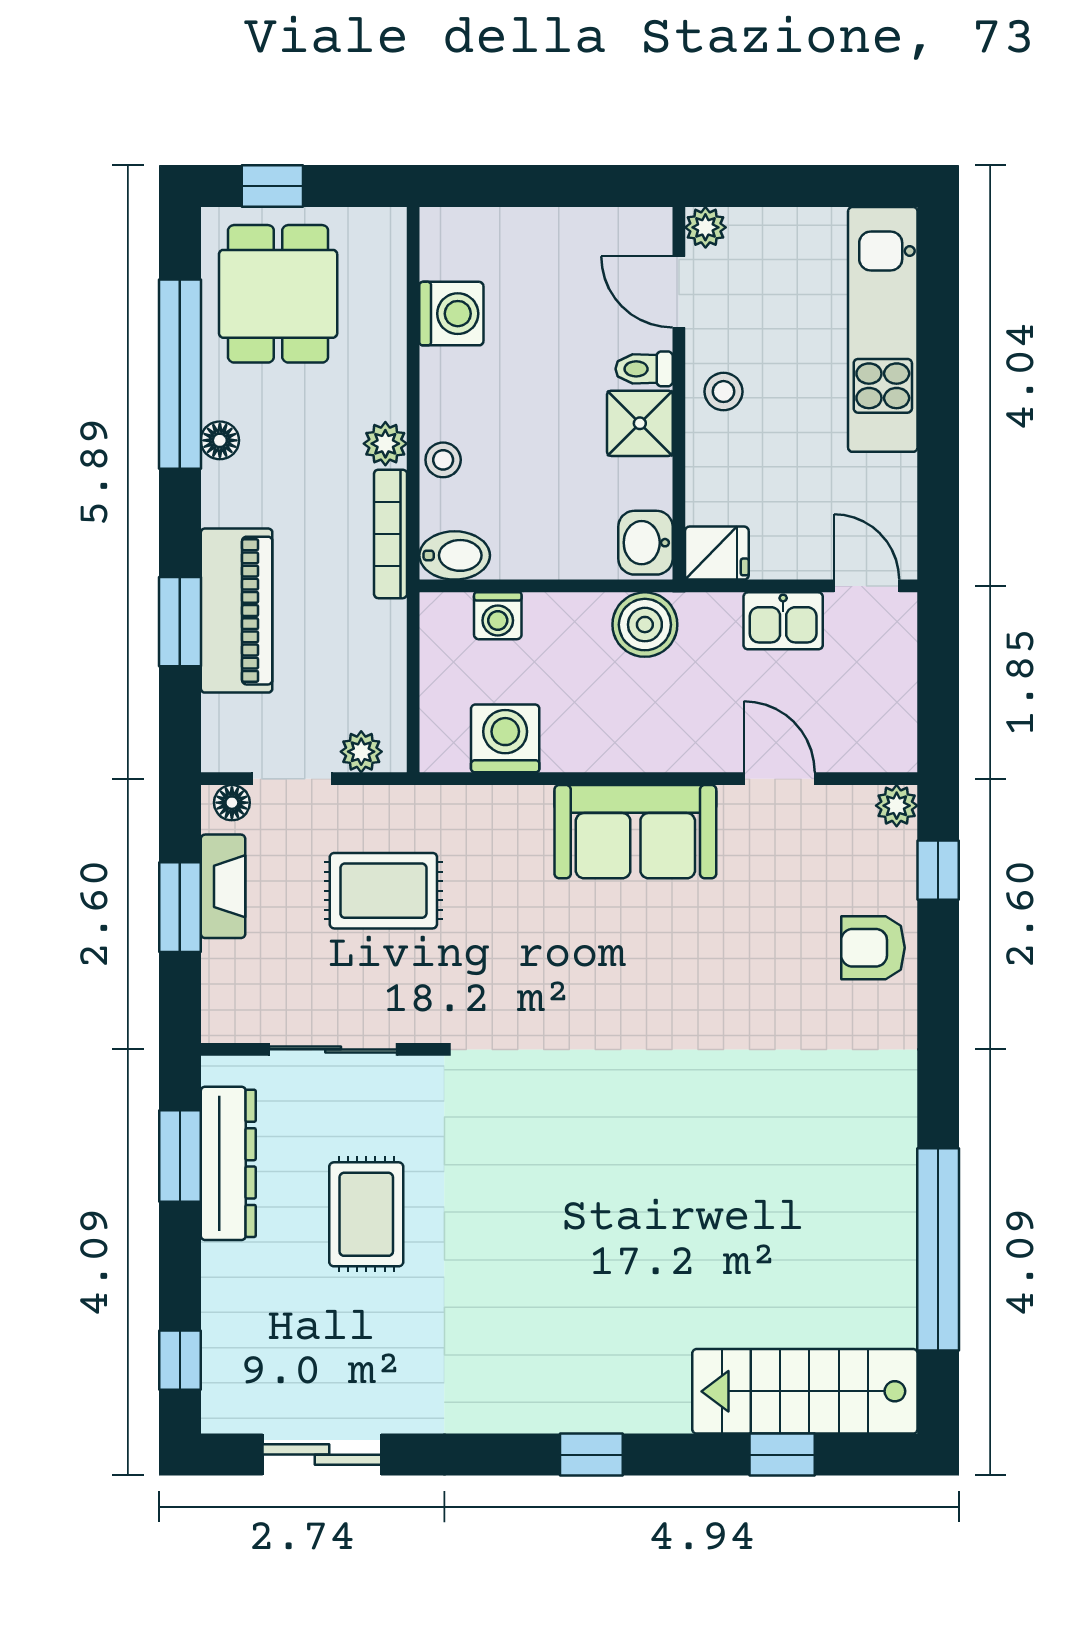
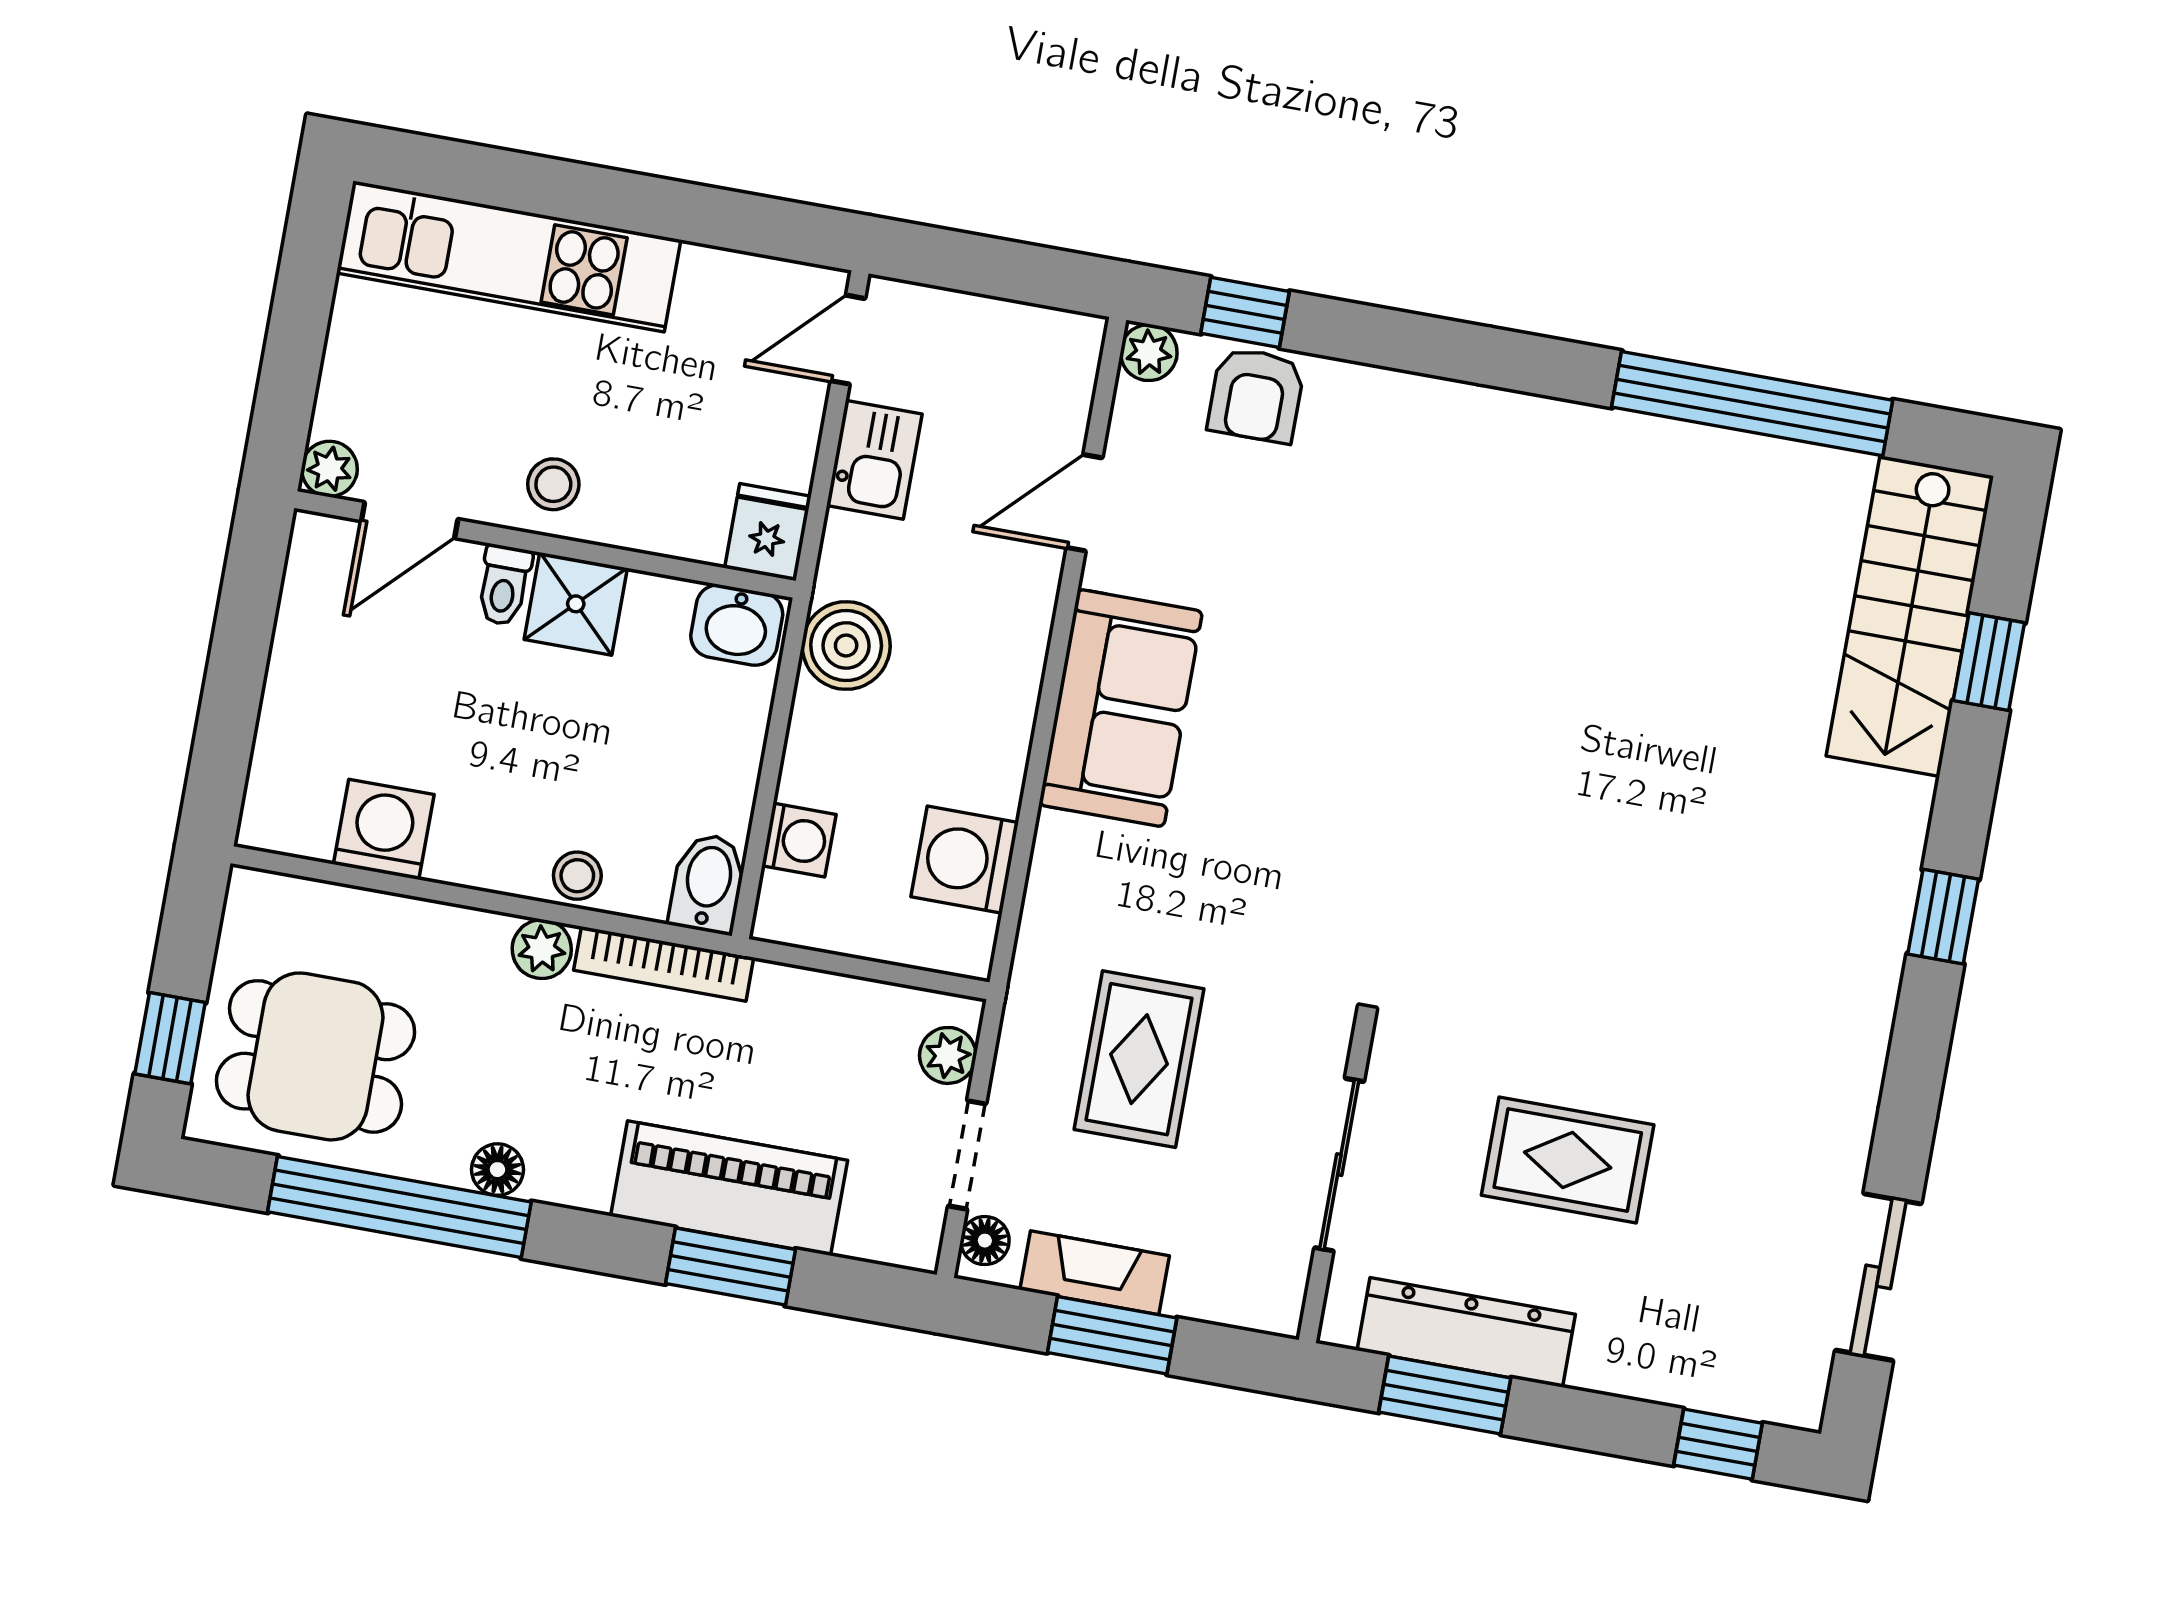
armchair: (873, 948) -> (1256, 395), moved

